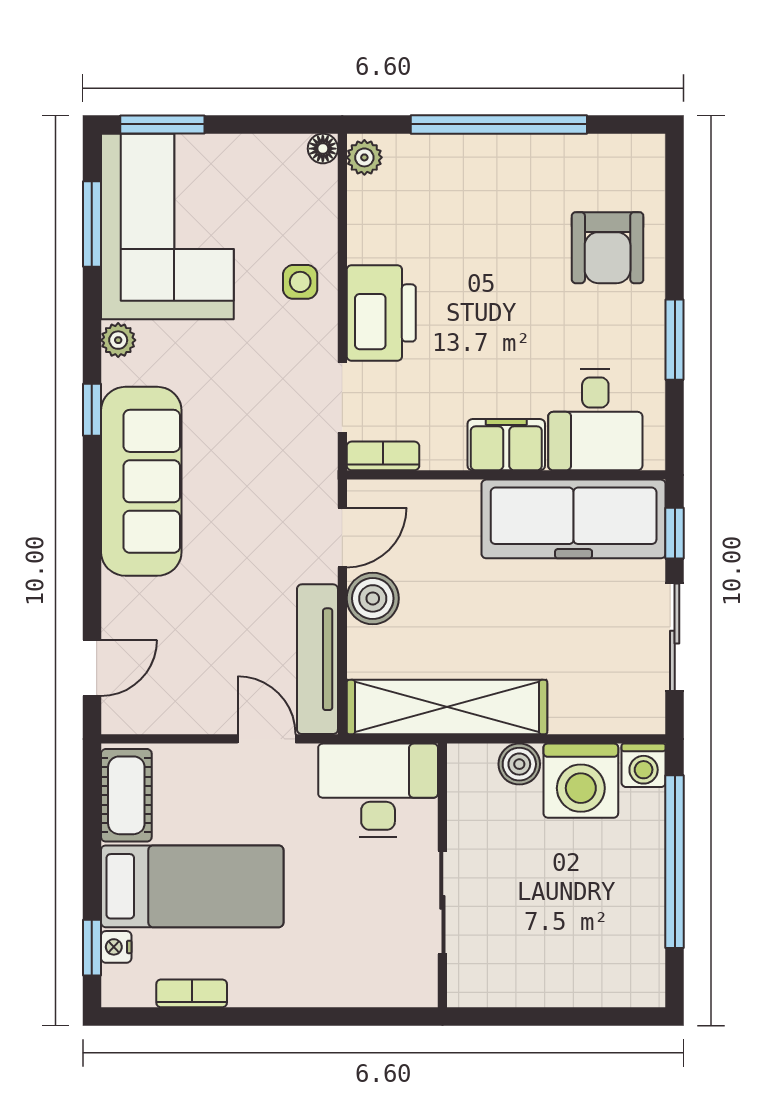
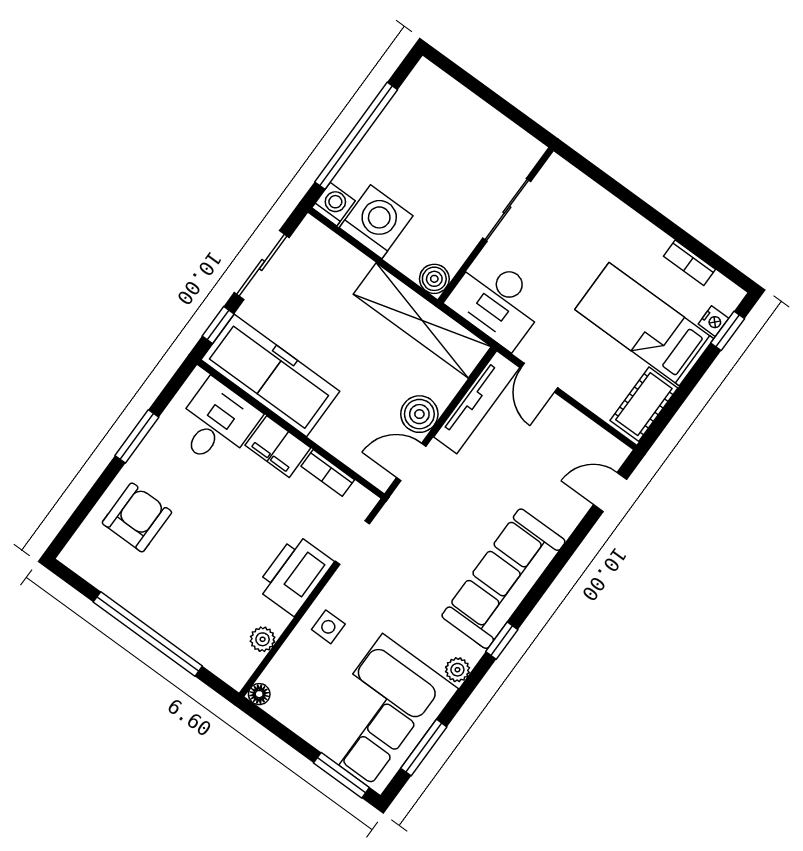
plant: (364, 157) -> (263, 639), moved
bookcase: (383, 456) -> (328, 473), moved
boiler: (519, 764) -> (434, 279), moved

